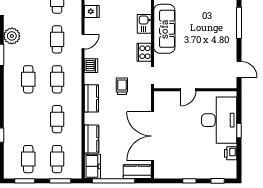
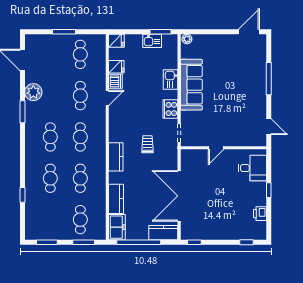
dishwasher: (91, 66) -> (115, 81), moved
desk: (219, 120) -> (252, 168), width x0.53, depth x0.77
cafe table: (28, 159) -> (50, 178), moved
window: (189, 181) -> (194, 242), moved

